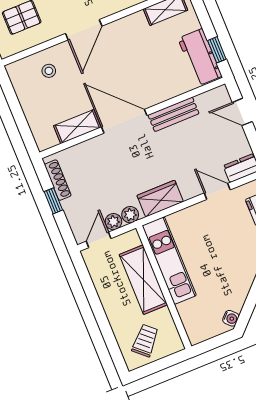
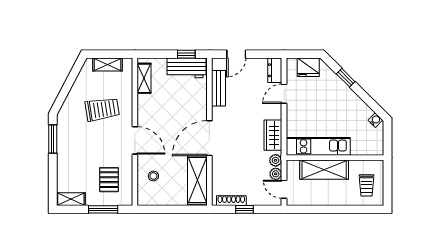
bench: (173, 114) -> (219, 88), moved
shelving: (77, 127) -> (197, 180), width x1.50, depth x1.33
trolley: (145, 340) -> (367, 185), turned -132

